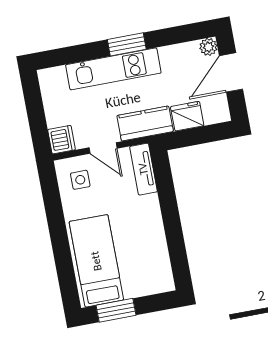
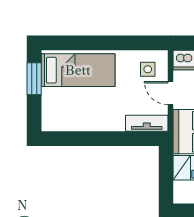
door: (103, 148) -> (171, 93), hinge flipped

